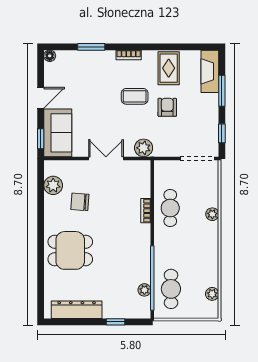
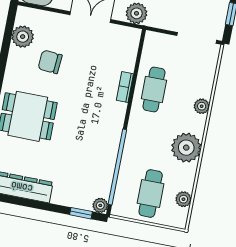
plant: (206, 251) -> (186, 148), added
cafe table: (171, 289) -> (151, 193), moved
plant: (144, 290) -> (100, 205), moved
window: (115, 322) -> (81, 213), moved

